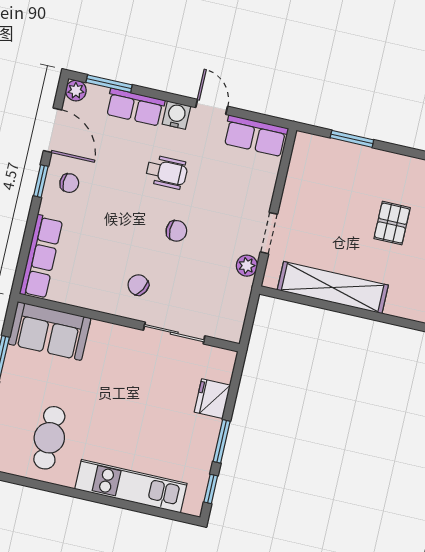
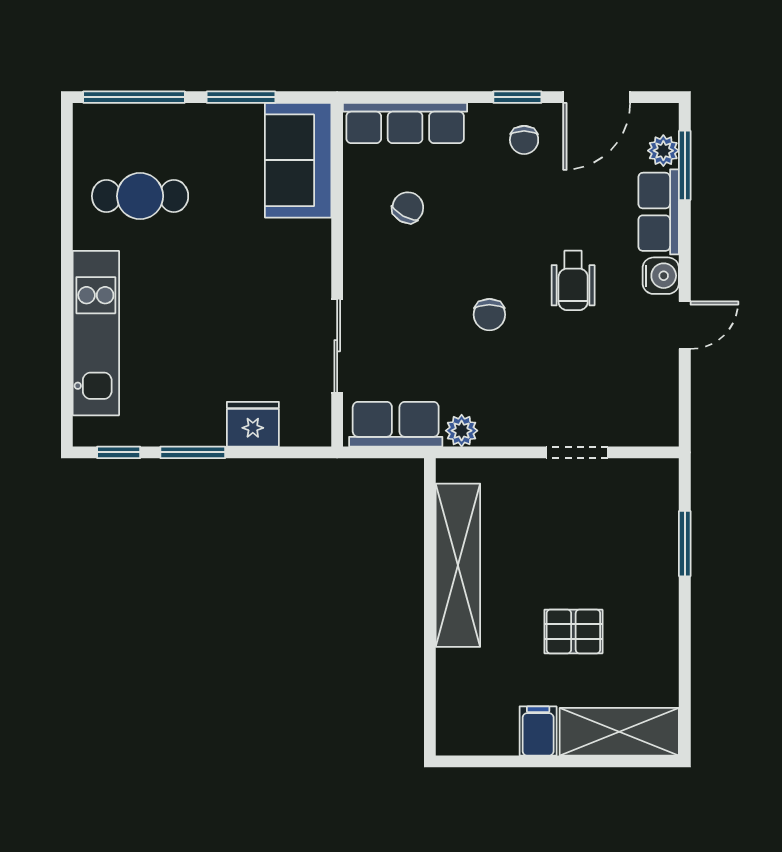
plant: (76, 91) -> (663, 151), moved
row of seats: (256, 136) -> (396, 424), moved, turned 90
doorway: (269, 233) -> (577, 452), moved
chair: (138, 285) -> (408, 208), moved

